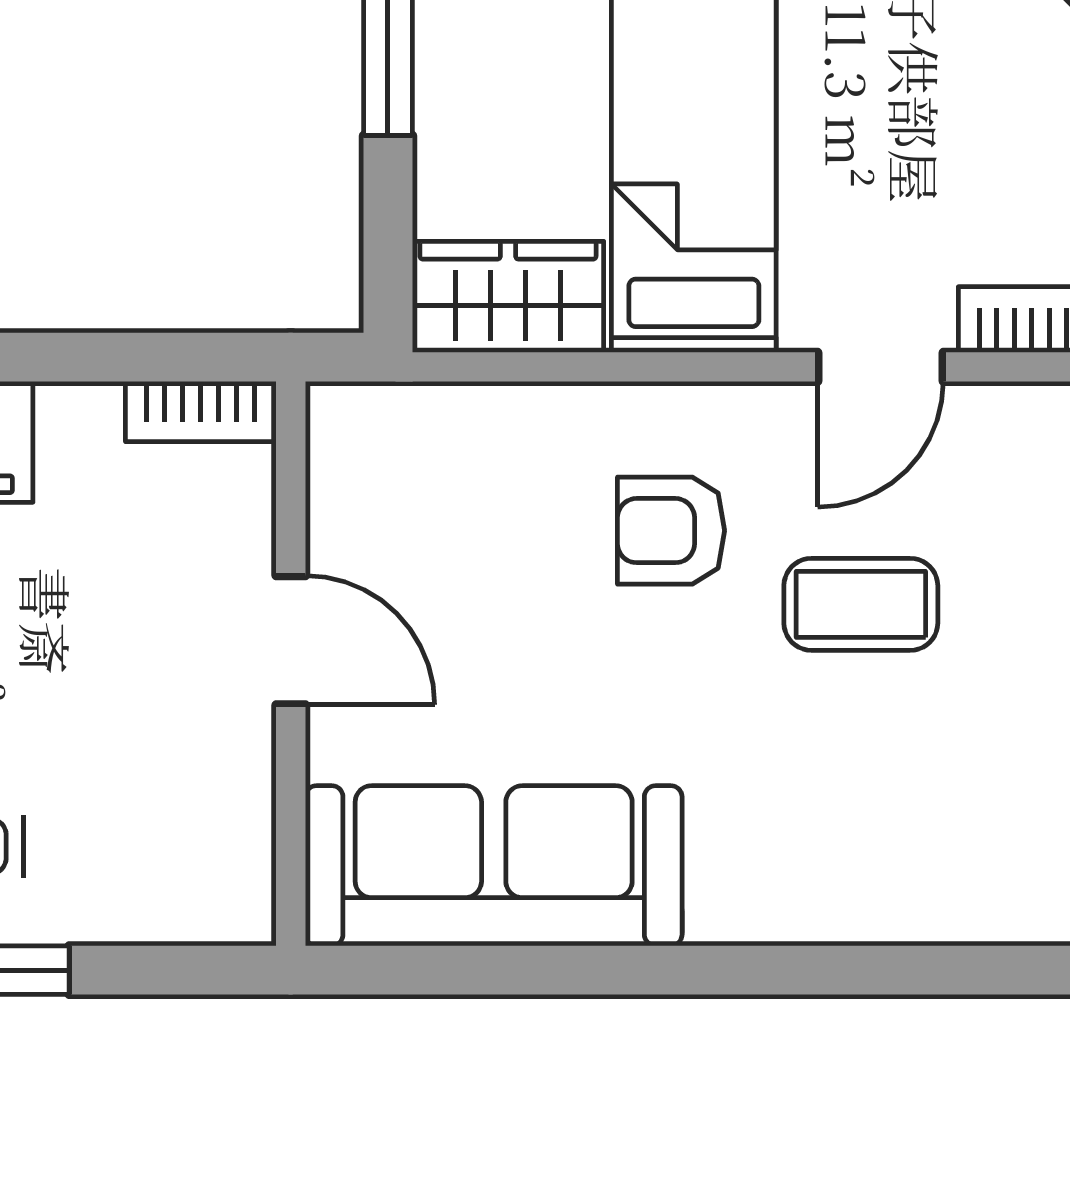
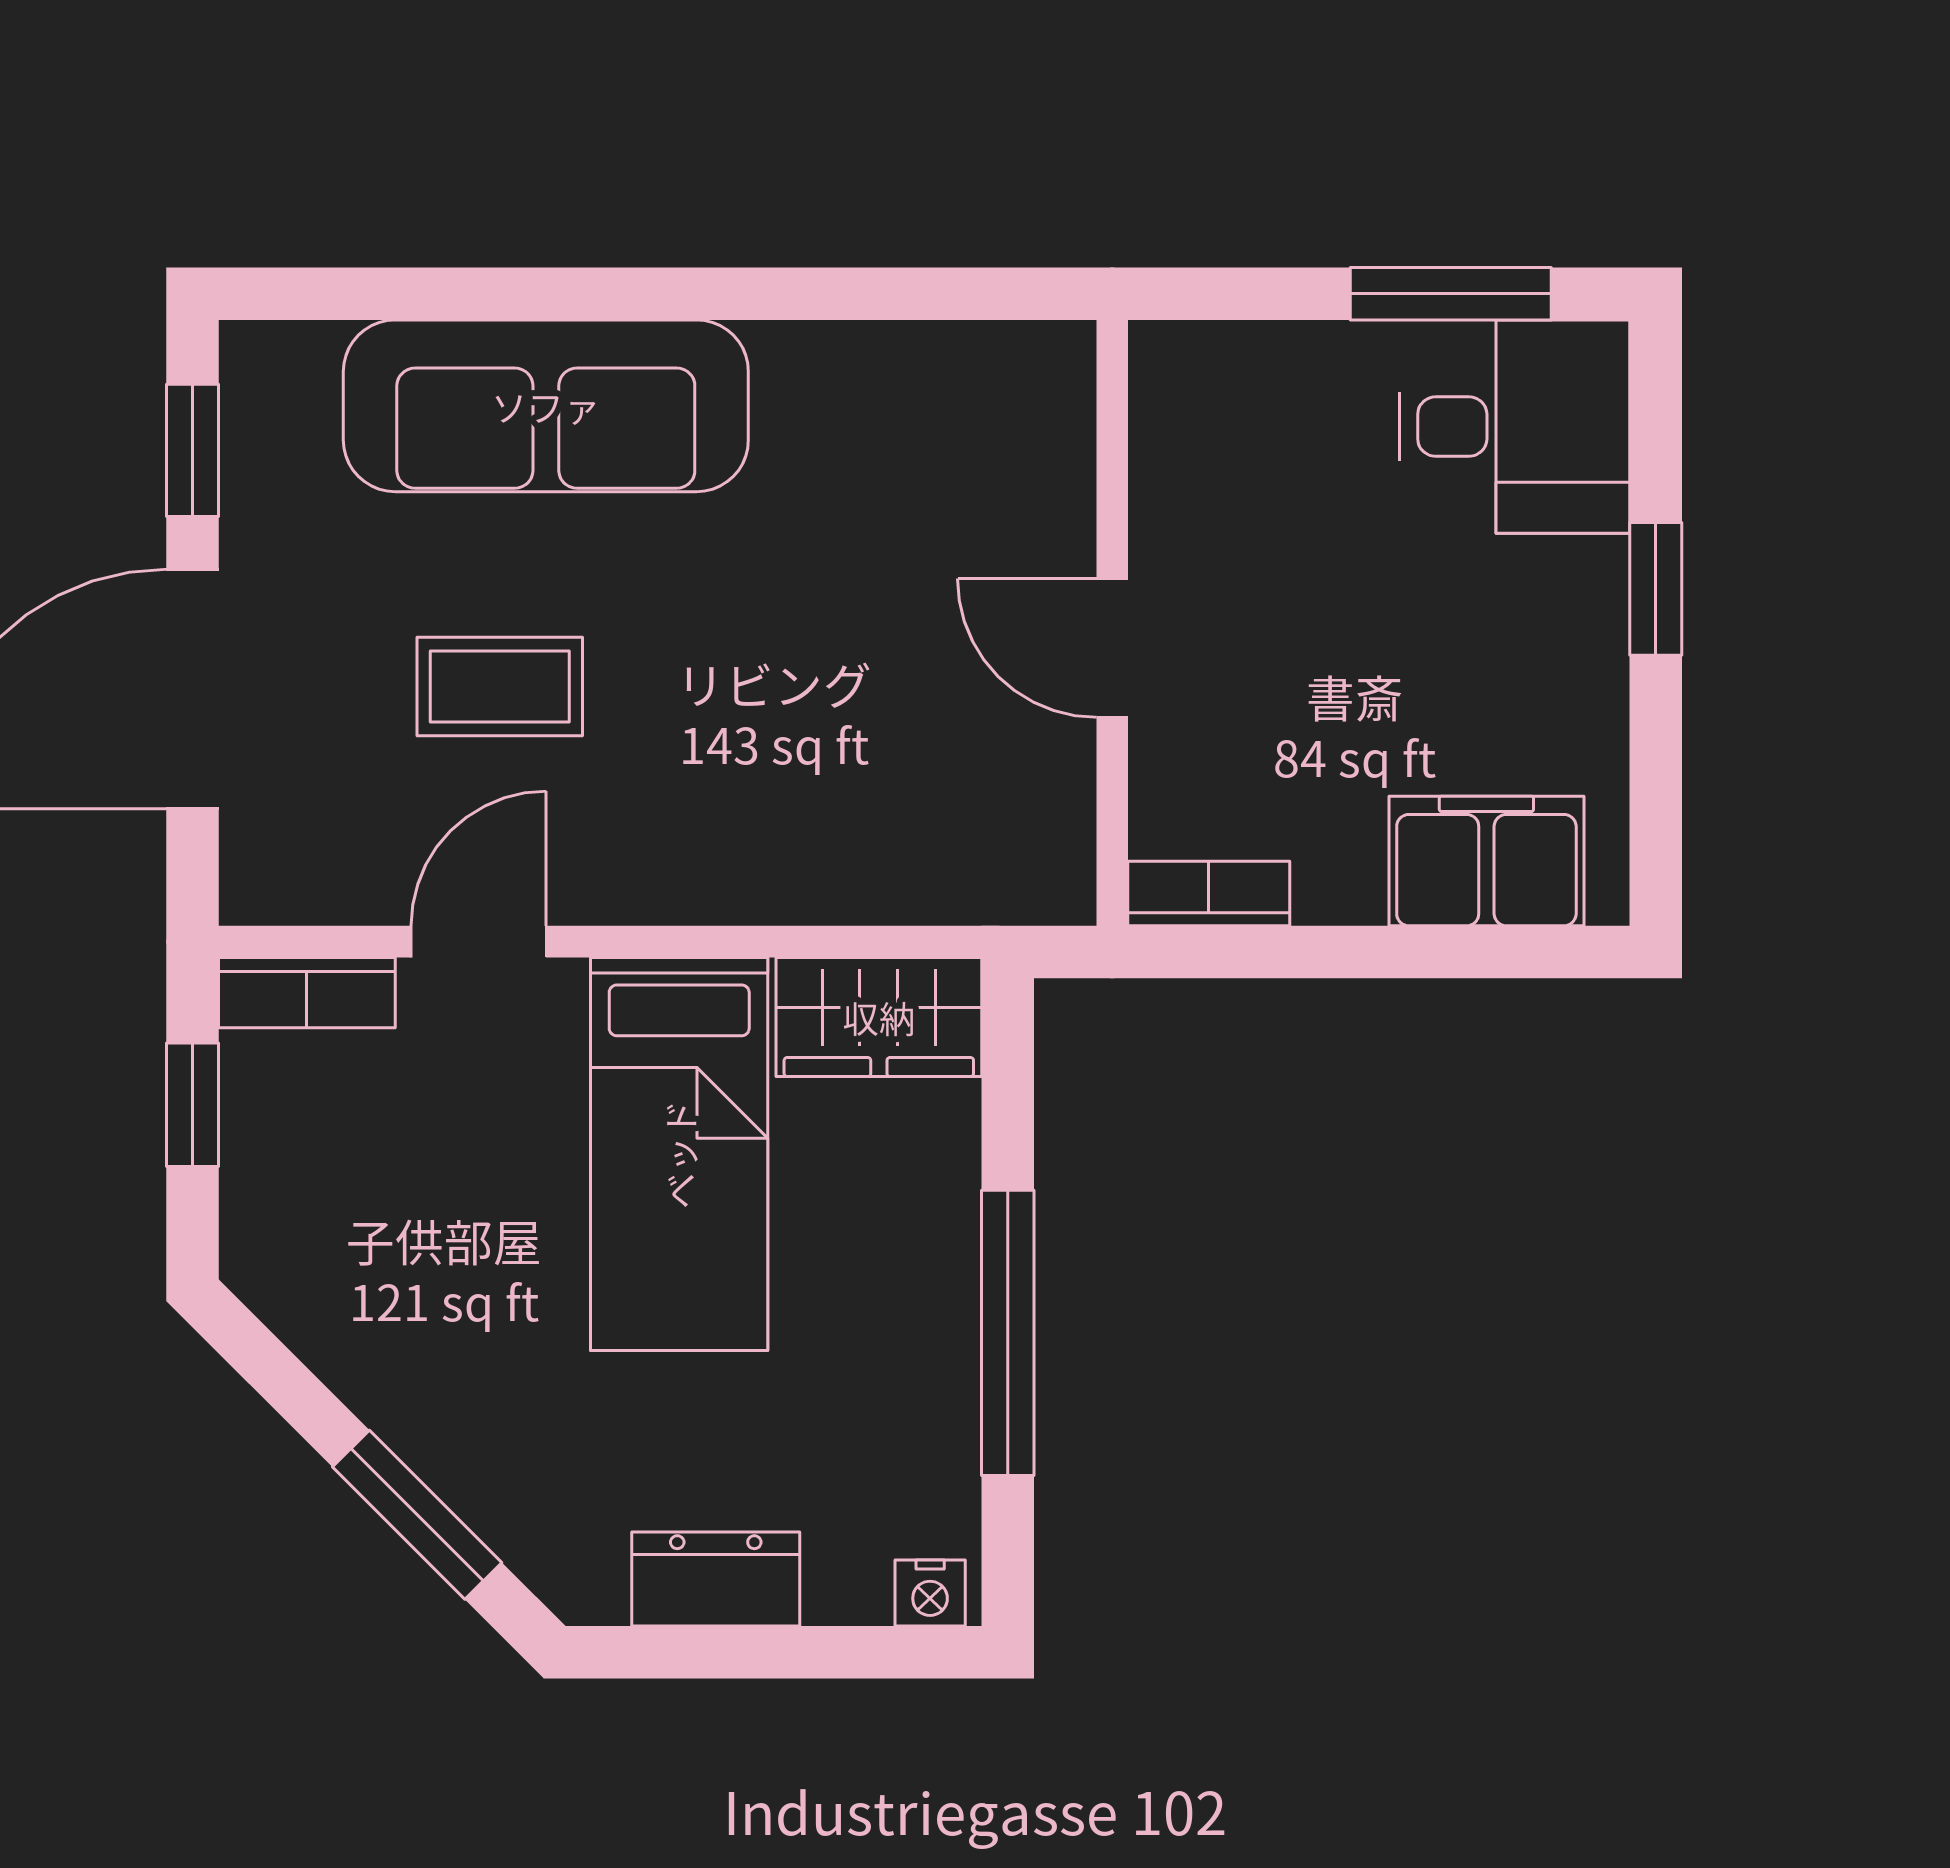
armchair: (671, 531) -> (704, 766), removed
sofa: (494, 866) -> (546, 406), moved

